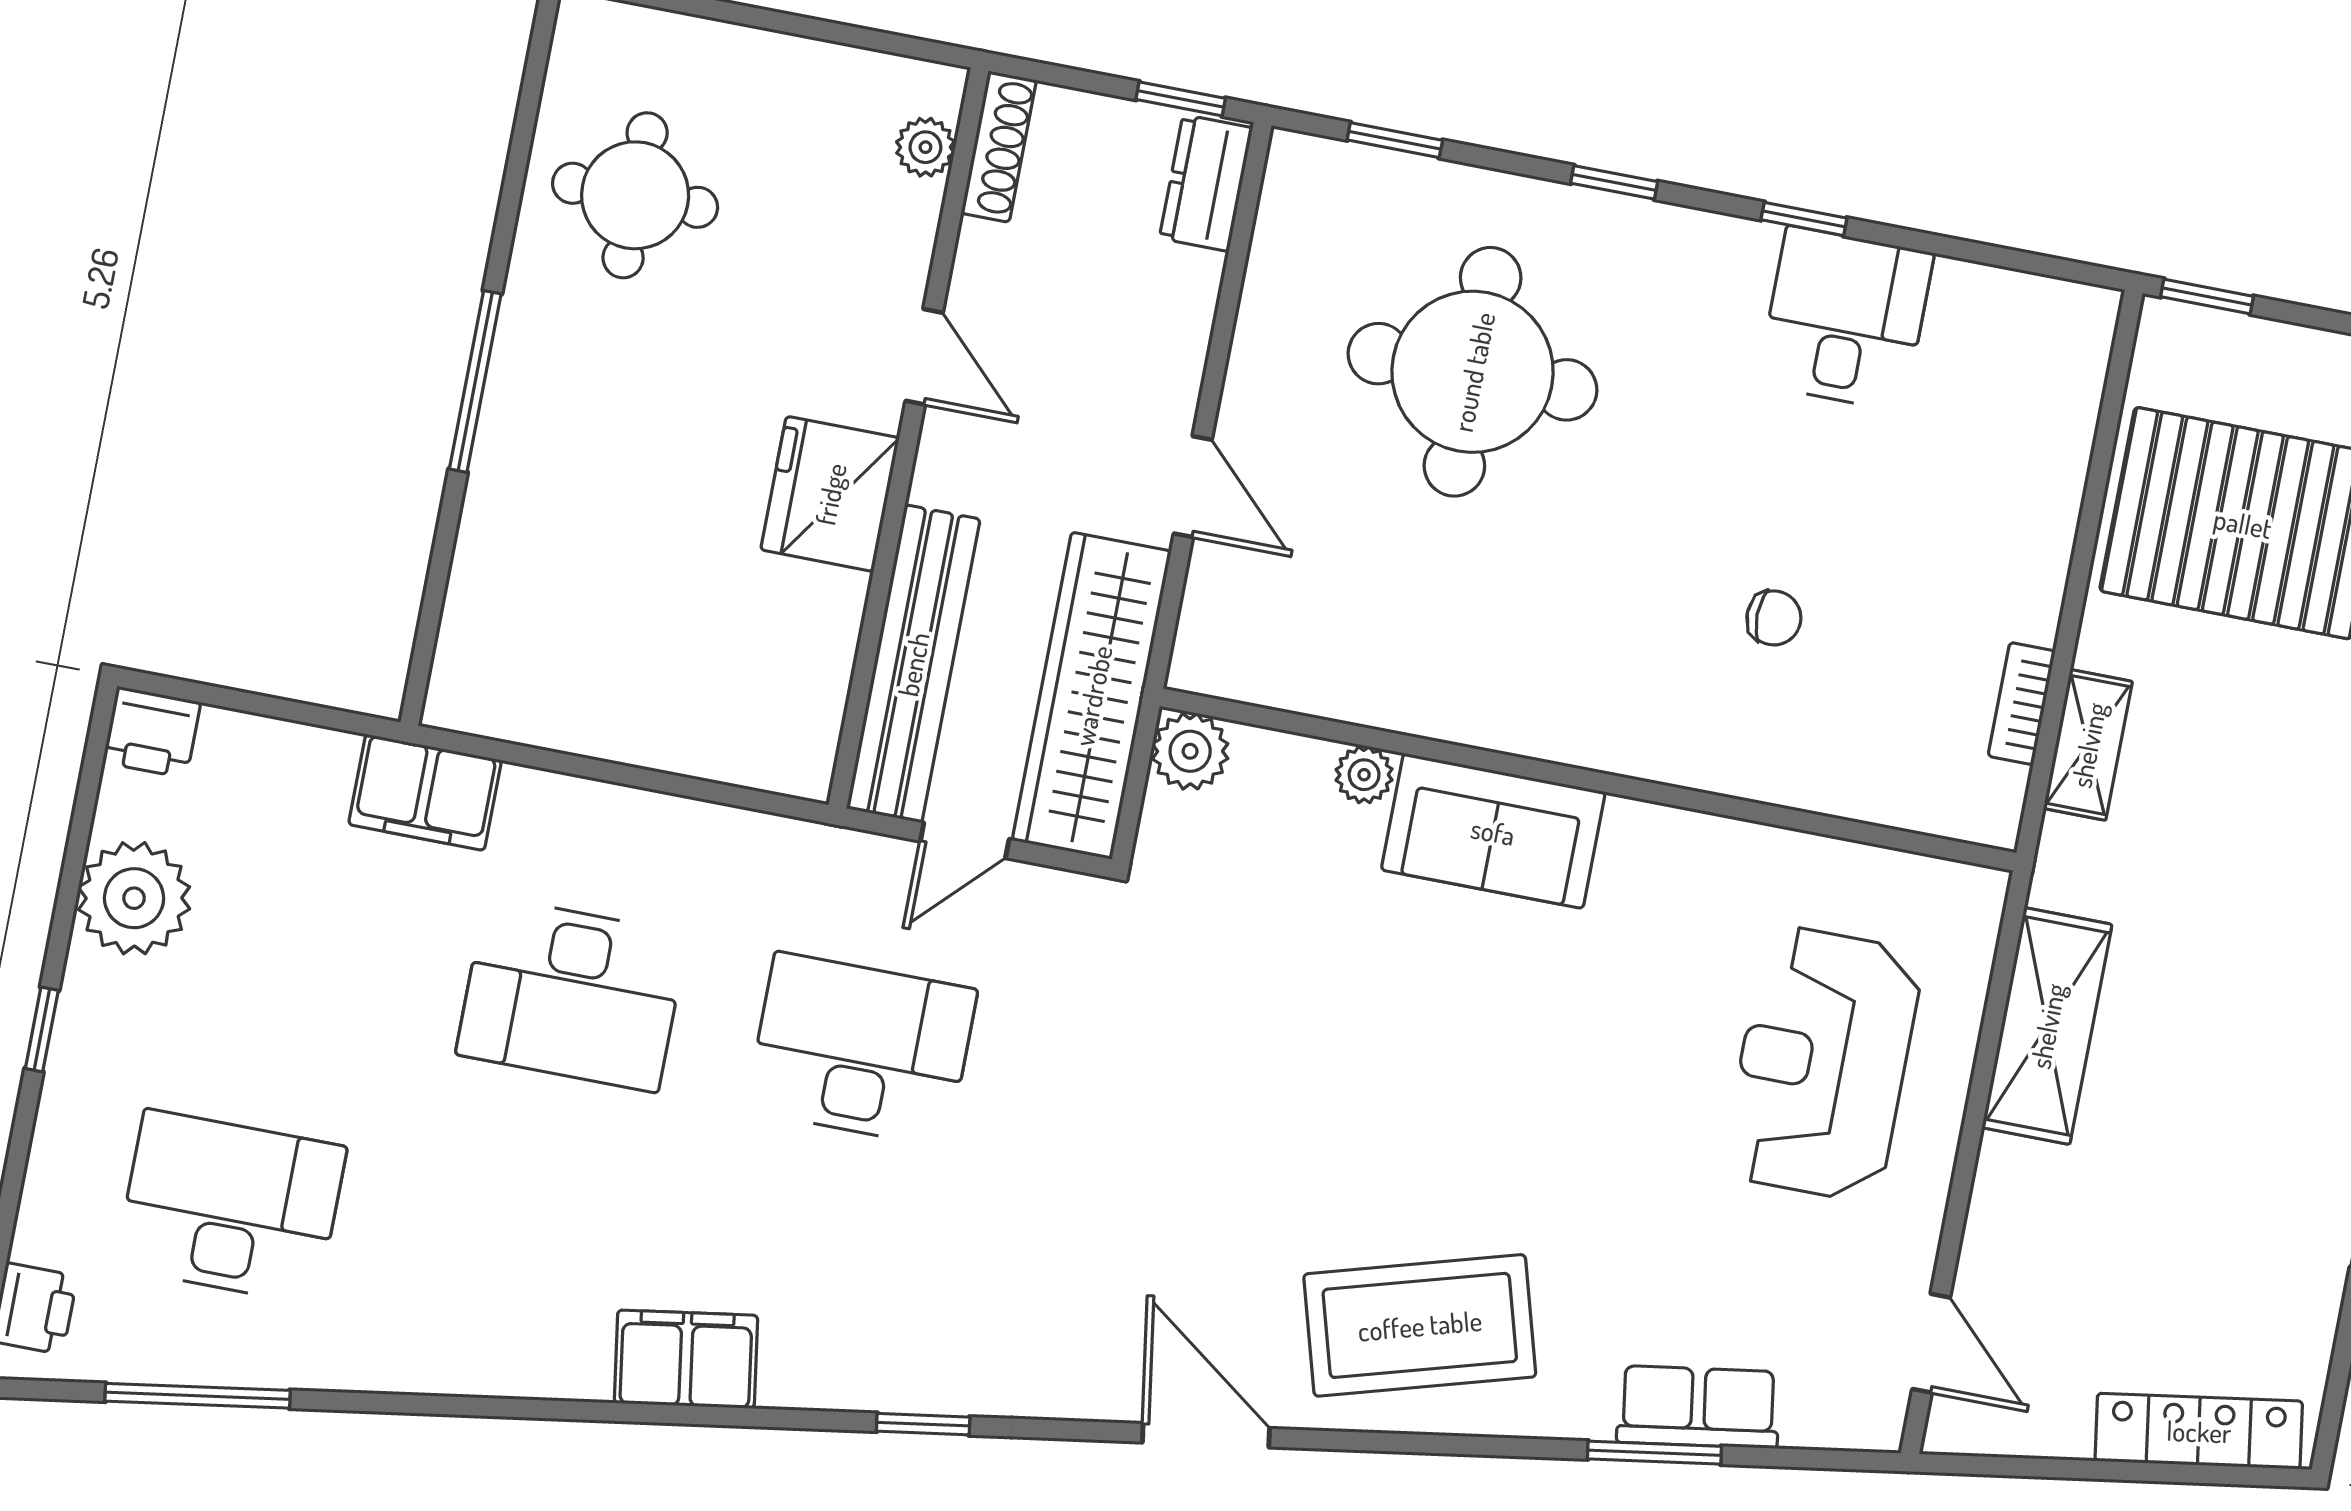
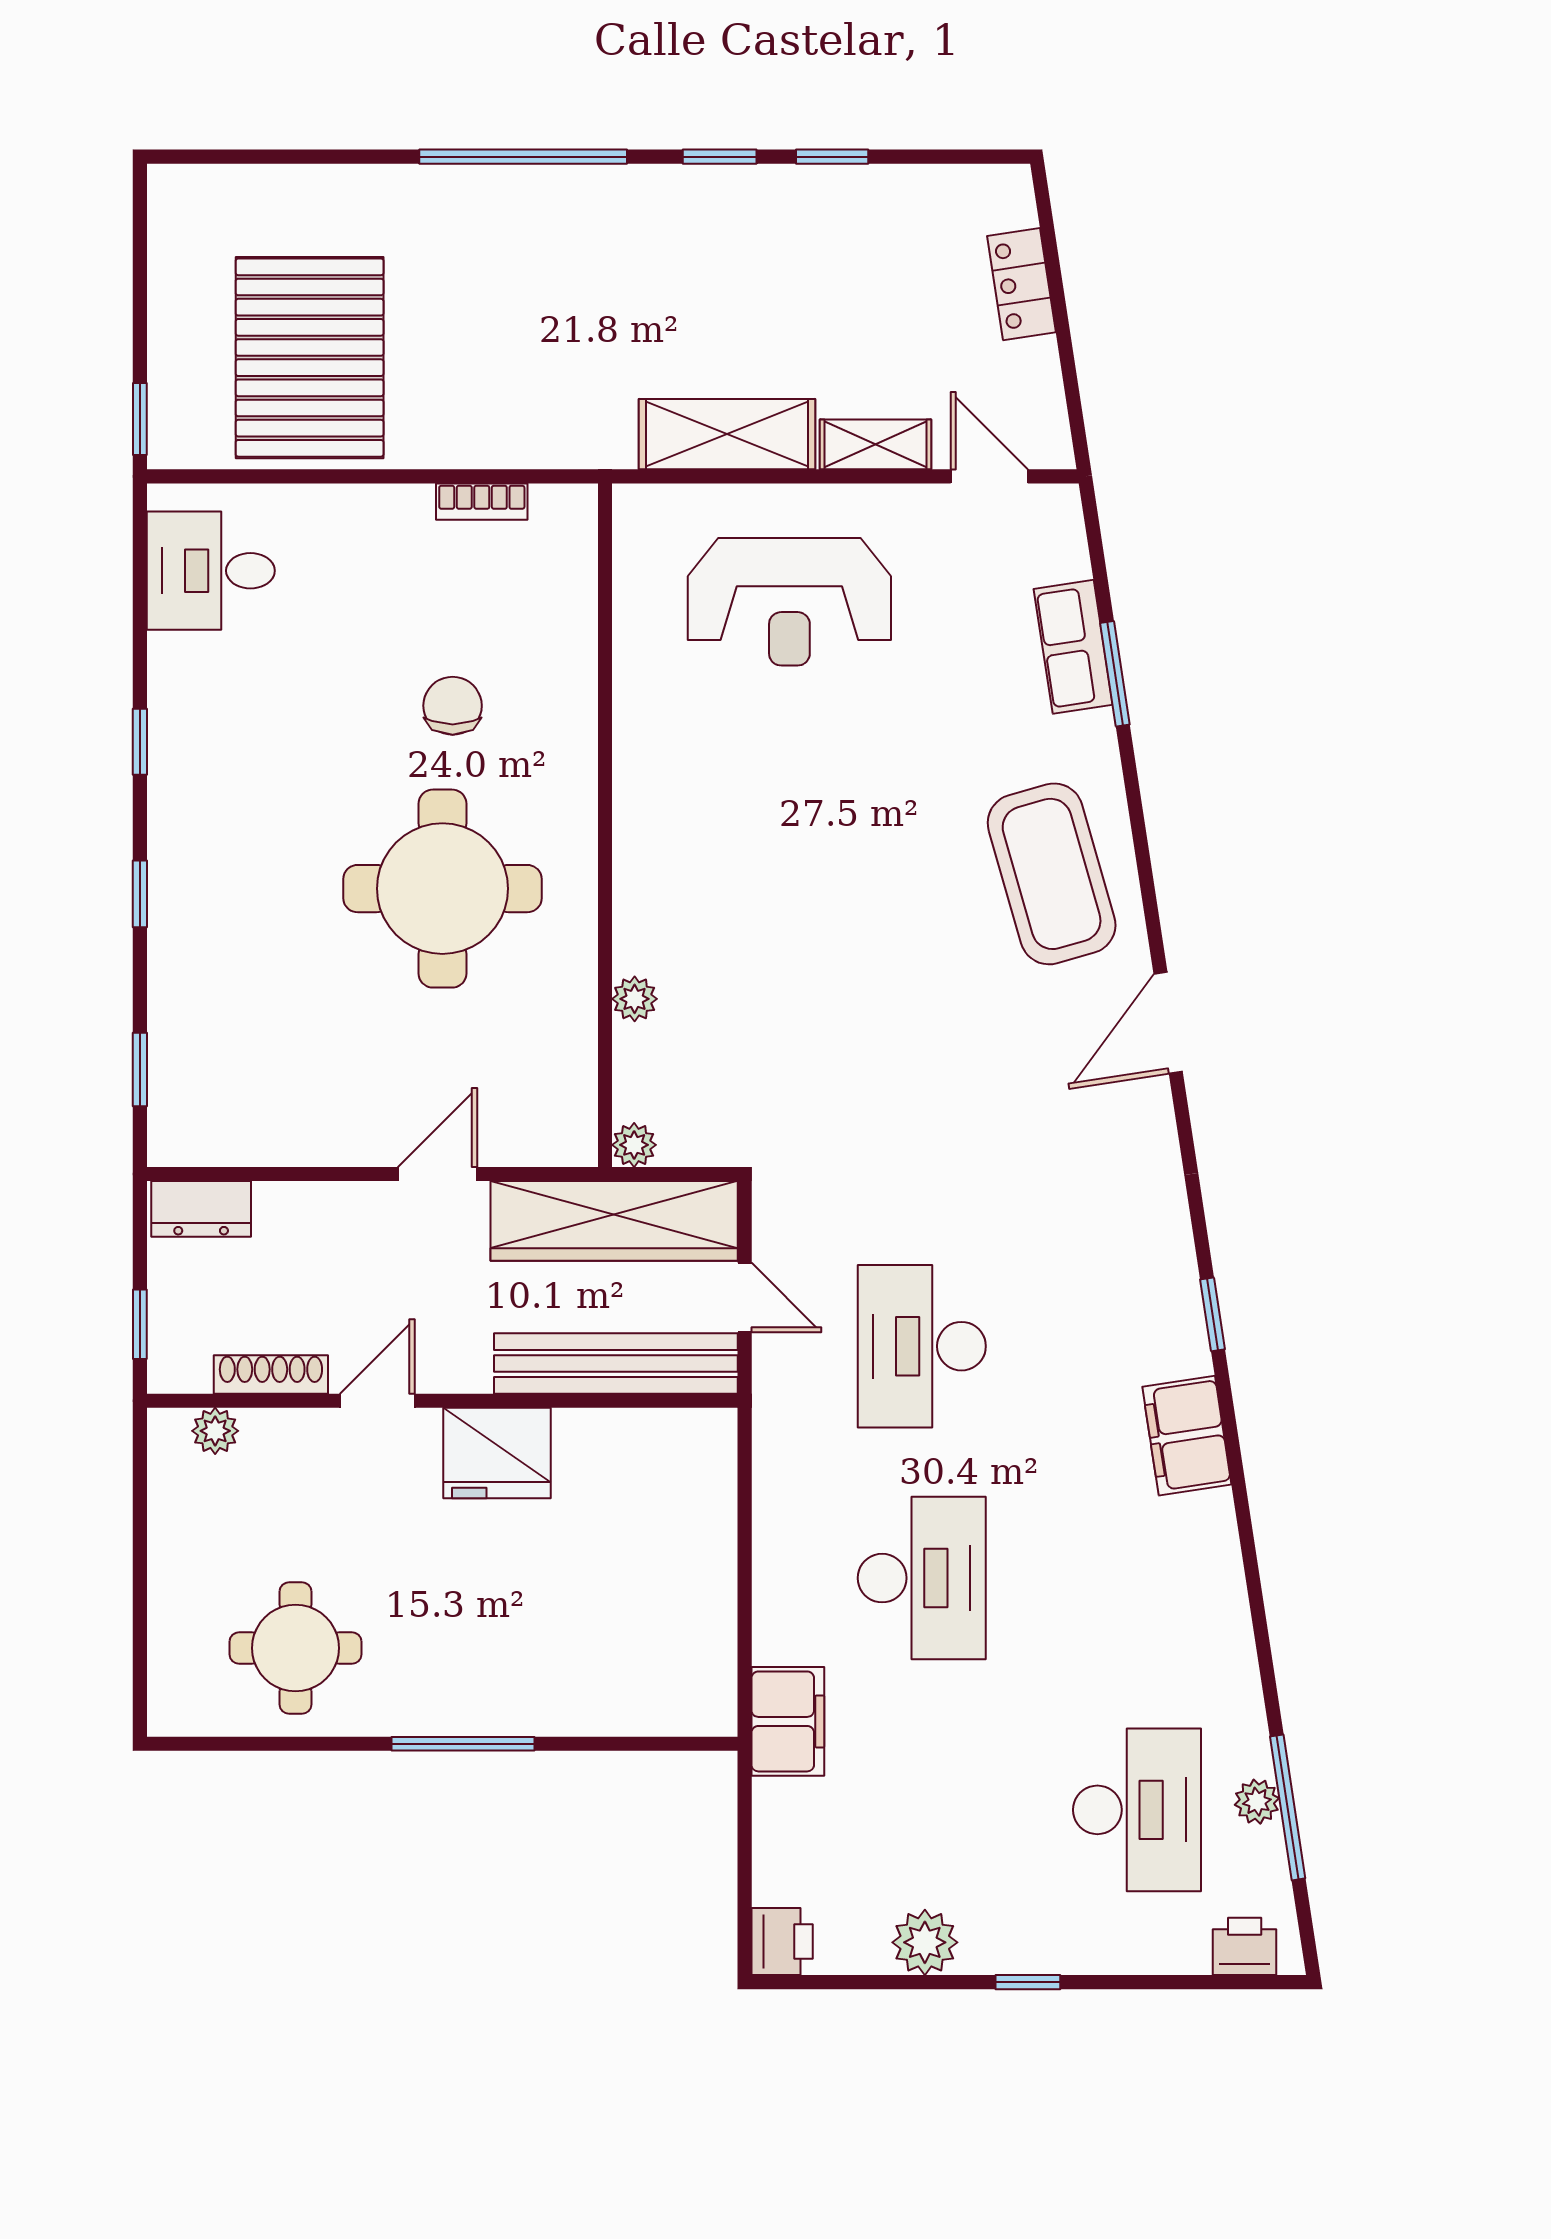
window: (1181, 99) -> (140, 1324), moved
shoe rack: (999, 147) -> (271, 1374), moved
desk: (1845, 319) -> (211, 571), moved
round table: (1473, 372) -> (442, 889), moved
chair: (1774, 618) -> (453, 706), width x1.37, depth x1.37
shelving: (2088, 745) -> (876, 444), moved
plant: (1190, 751) -> (634, 1145), width x0.73, depth x0.73
sofa: (1493, 831) -> (659, 891), removed
plant: (134, 898) -> (925, 1942), width x0.73, depth x0.73
desk: (231, 1207) -> (1137, 1810), turned 180
door: (1931, 1343) -> (989, 476), hinge flipped
plant: (212, 1359) -> (1257, 1802), added
window: (923, 1424) -> (1213, 1314), moved
locker: (2199, 1431) -> (1022, 284), width x0.66

